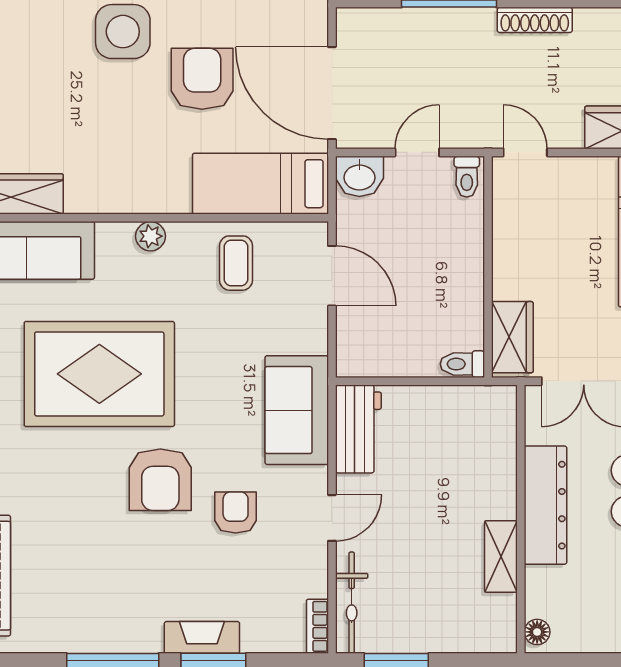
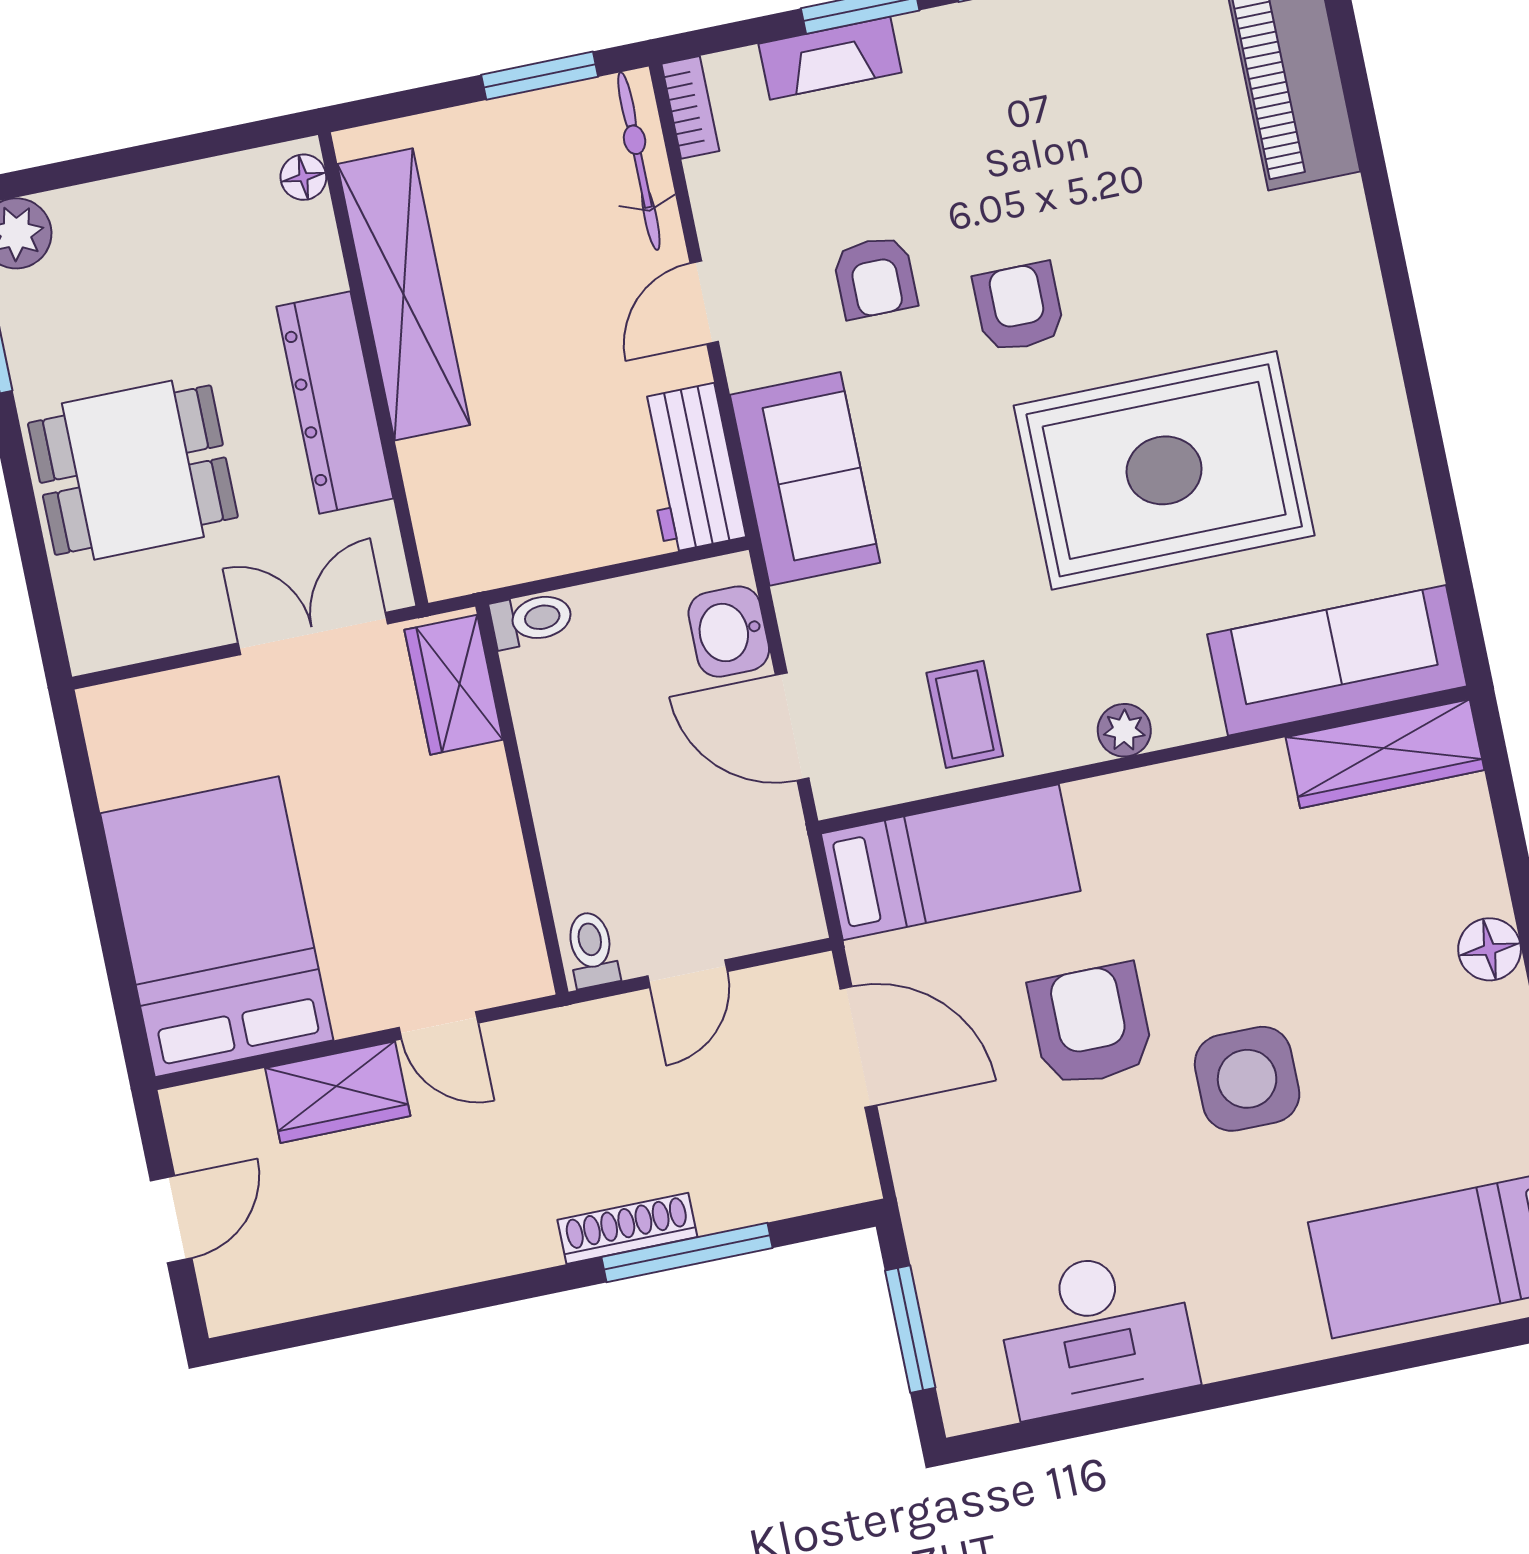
shoe rack: (535, 20) -> (627, 1228), moved
armchair: (202, 79) -> (1091, 1025), turned 180
door: (332, 93) -> (858, 1047), width x0.73
door: (525, 152) -> (439, 1025), moved
washbasin: (359, 176) -> (729, 632), moved, turned -90
armchair: (160, 480) -> (1019, 307), width x0.72, depth x0.72
shelving: (501, 556) -> (404, 294), width x2.20, depth x1.33
fireplace: (202, 637) -> (830, 58), moved

